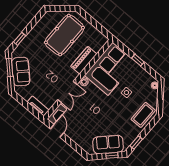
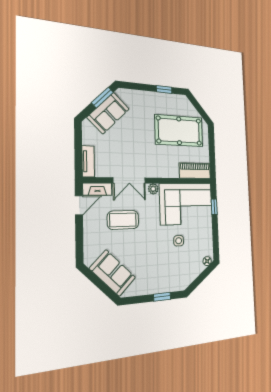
window: (20, 39) -> (164, 89), moved
piano: (84, 60) -> (195, 171), moved
window: (138, 60) -> (214, 207), moved
coffee table: (143, 115) -> (123, 220), moved
window: (136, 143) -> (162, 297), moved
window: (112, 155) -> (105, 289), removed

